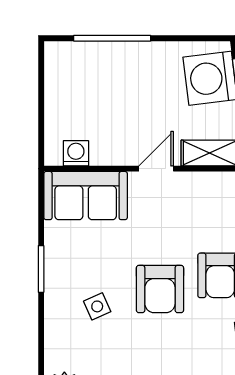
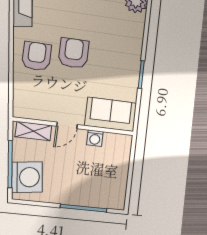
washing machine: (76, 153) -> (95, 138), moved
side table: (97, 306) -> (112, 48), removed

